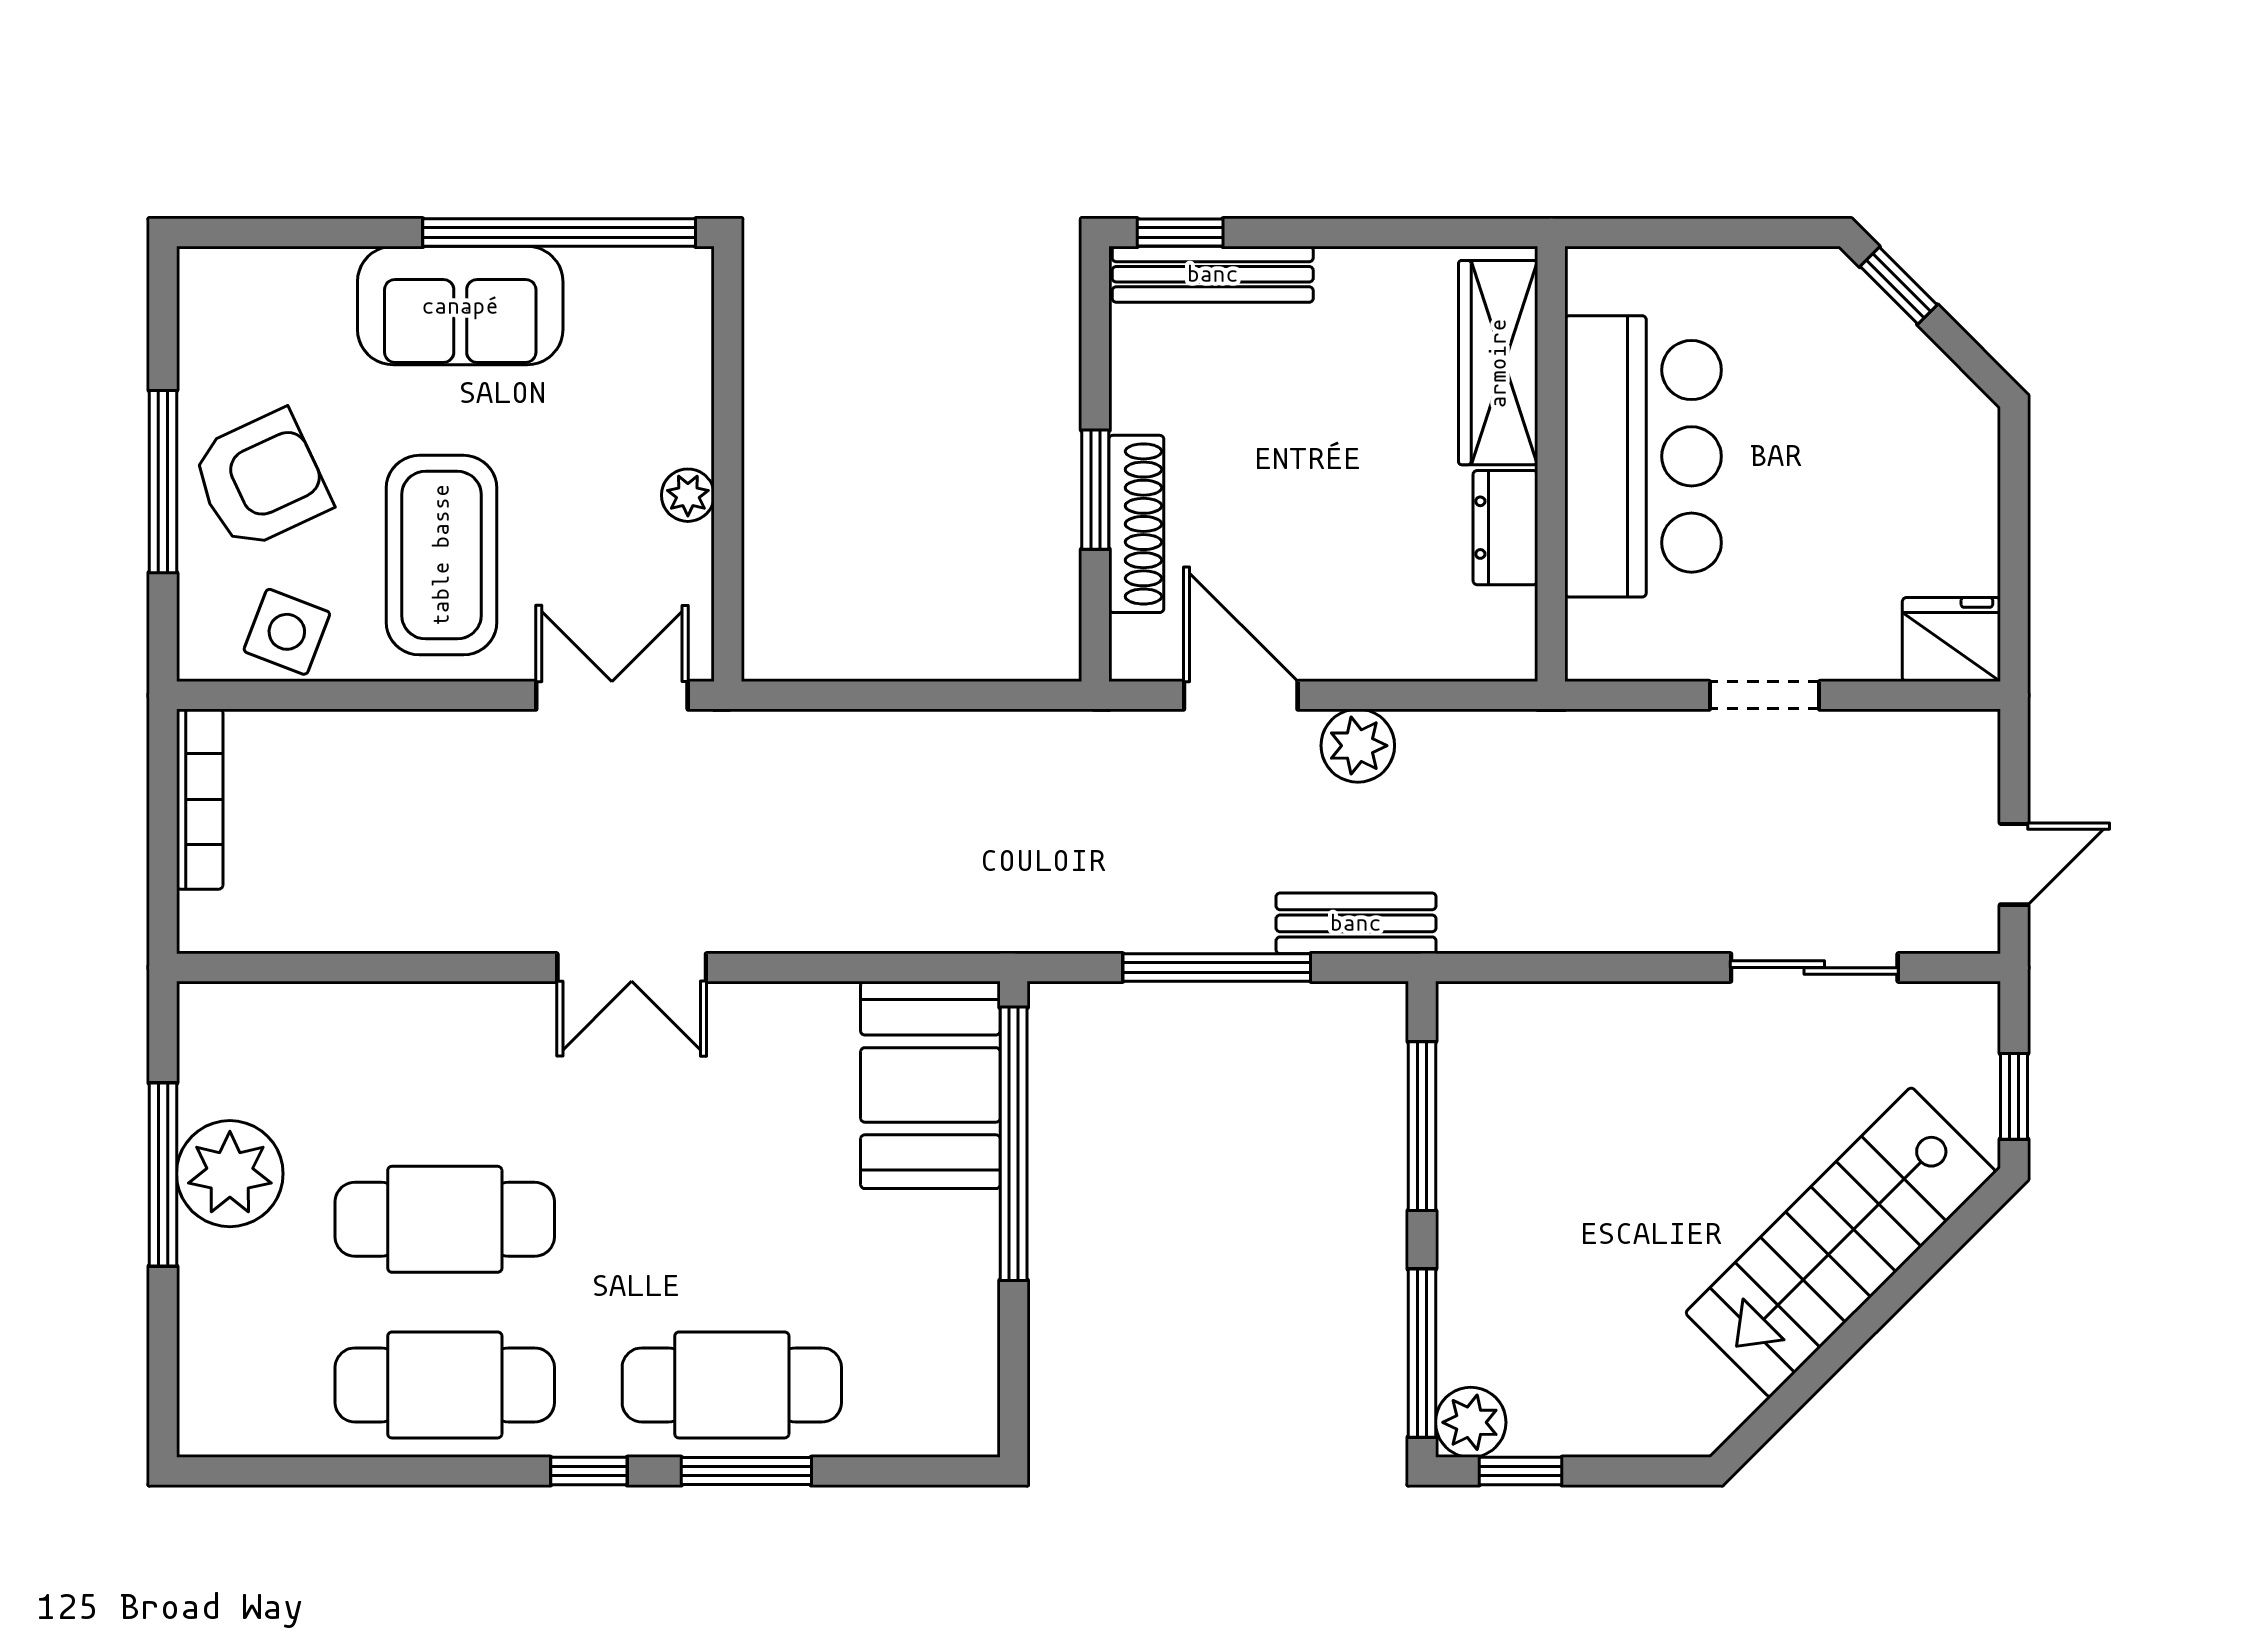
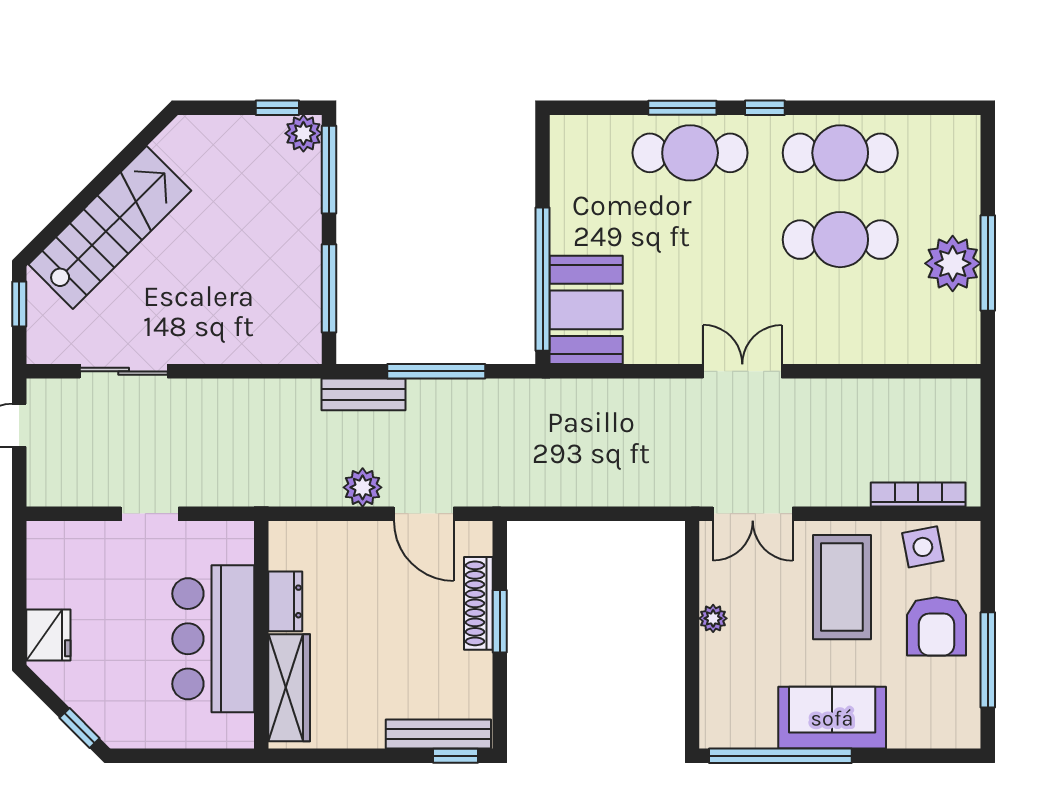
armchair: (261, 480) -> (936, 626), turned -65
window: (163, 482) -> (988, 660), moved
side table: (287, 632) -> (923, 547), turned -32
fridge: (1951, 640) -> (48, 635), moved, turned -90
bookcase: (200, 799) -> (918, 495), moved, turned 90

